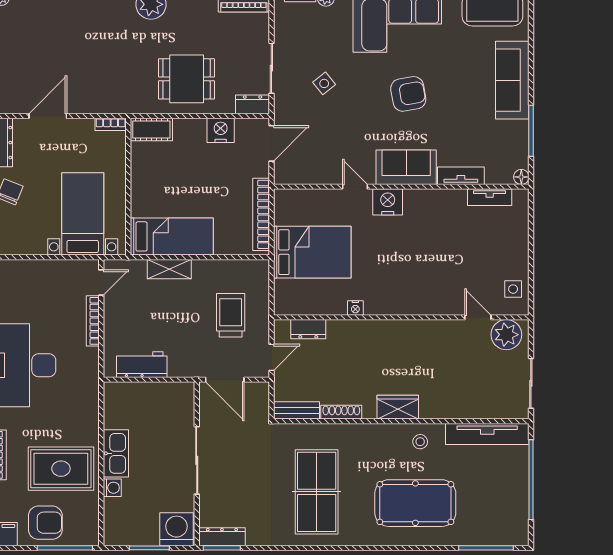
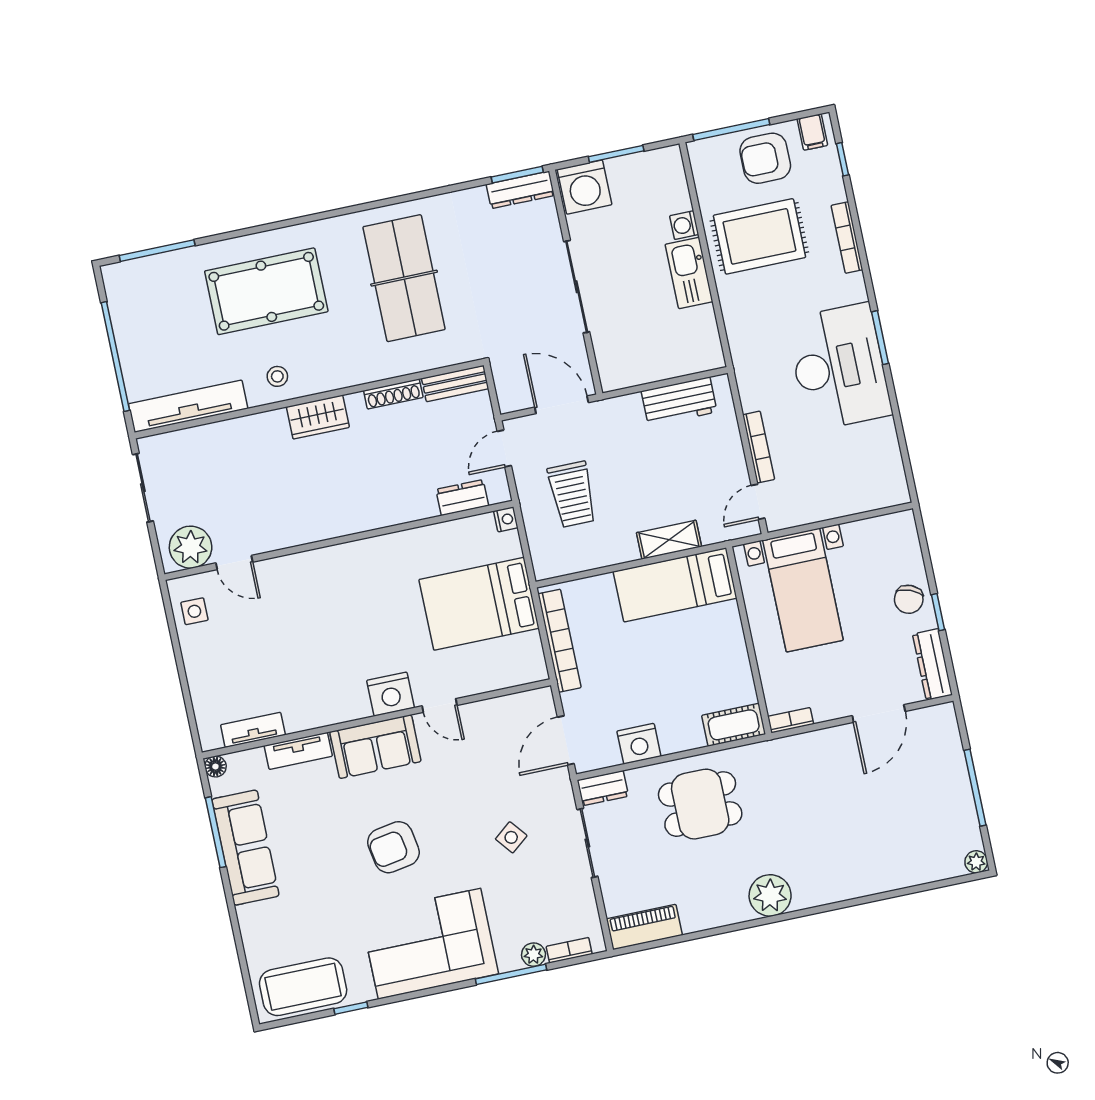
sofa: (512, 80) -> (245, 848), moved
nightstand: (355, 308) -> (506, 519), moved, turned 90

